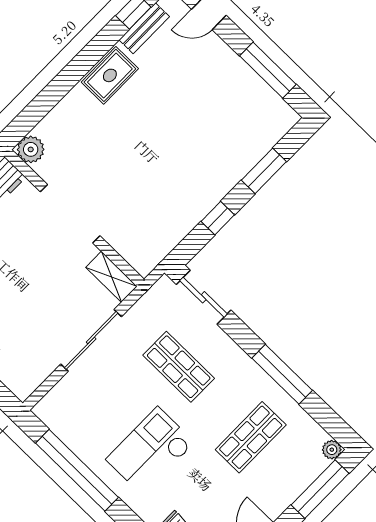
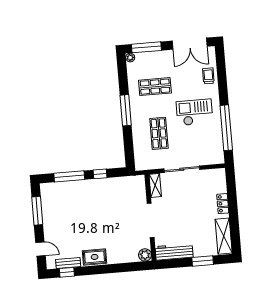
window: (264, 171) -> (69, 176), width x1.44
sliding door: (204, 297) -> (129, 150), removed
window: (282, 374) -> (126, 110), moved
checkout: (150, 451) -> (195, 112), turned 180

